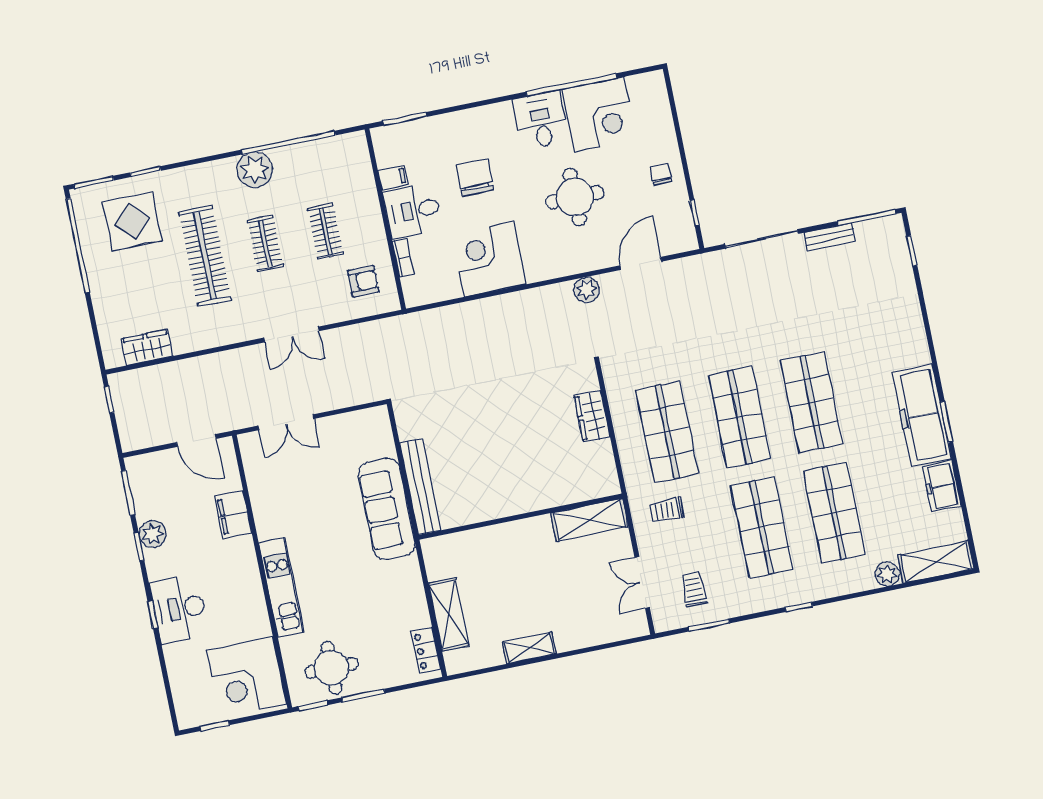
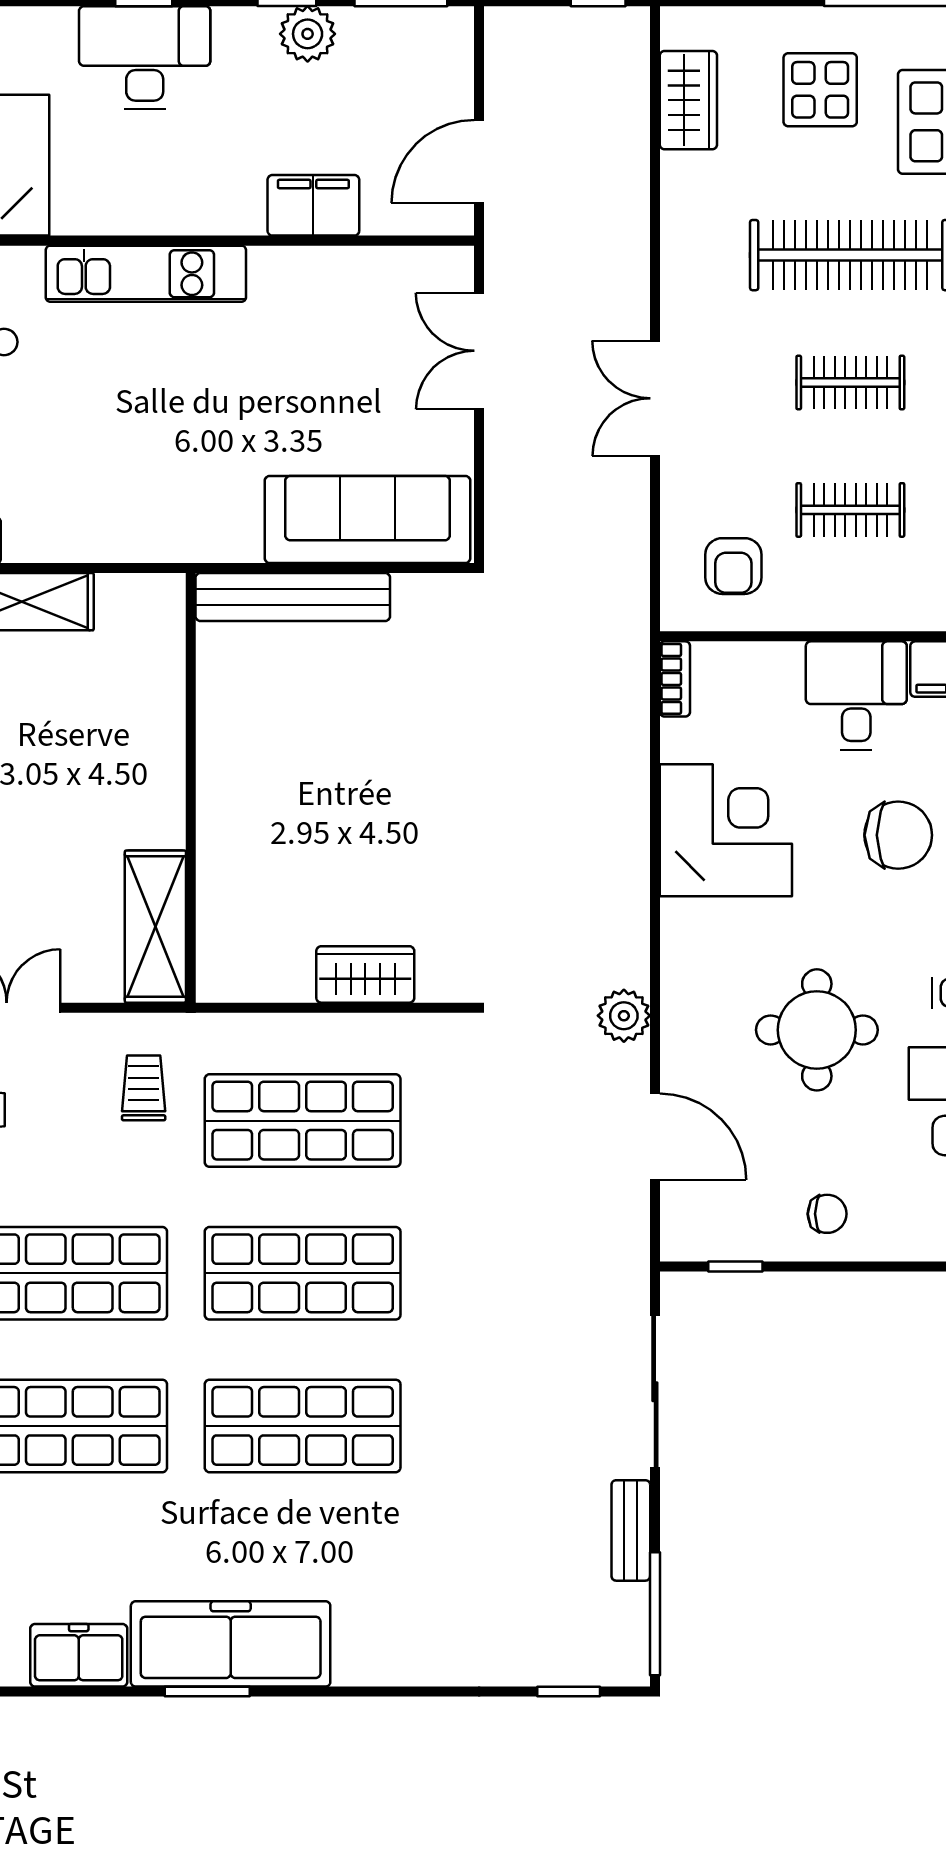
bookcase: (403, 258) -> (675, 679), moved, turned -90
display table: (130, 286) -> (820, 90), added
sofa: (387, 509) -> (368, 519), moved

